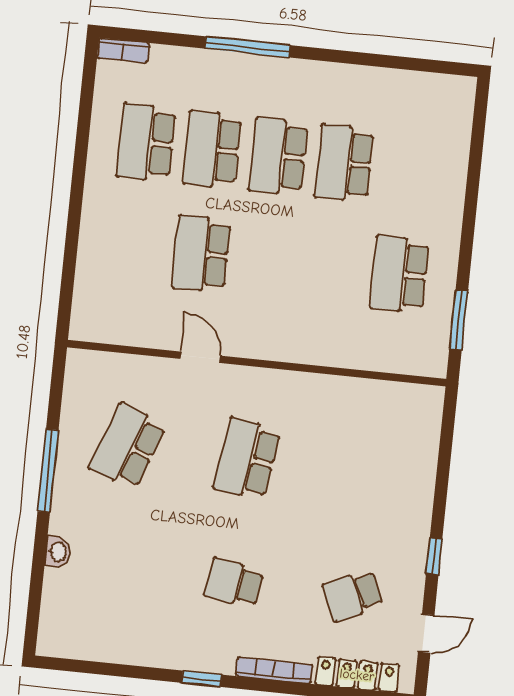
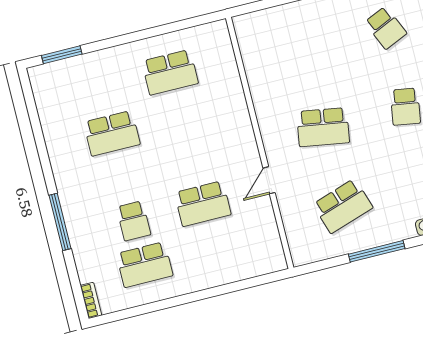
school desk: (212, 149) -> (134, 221), width x0.54
school desk: (278, 156) -> (123, 177), removed
window: (459, 320) -> (62, 55), moved
school desk: (128, 446) -> (343, 206), turned -39

